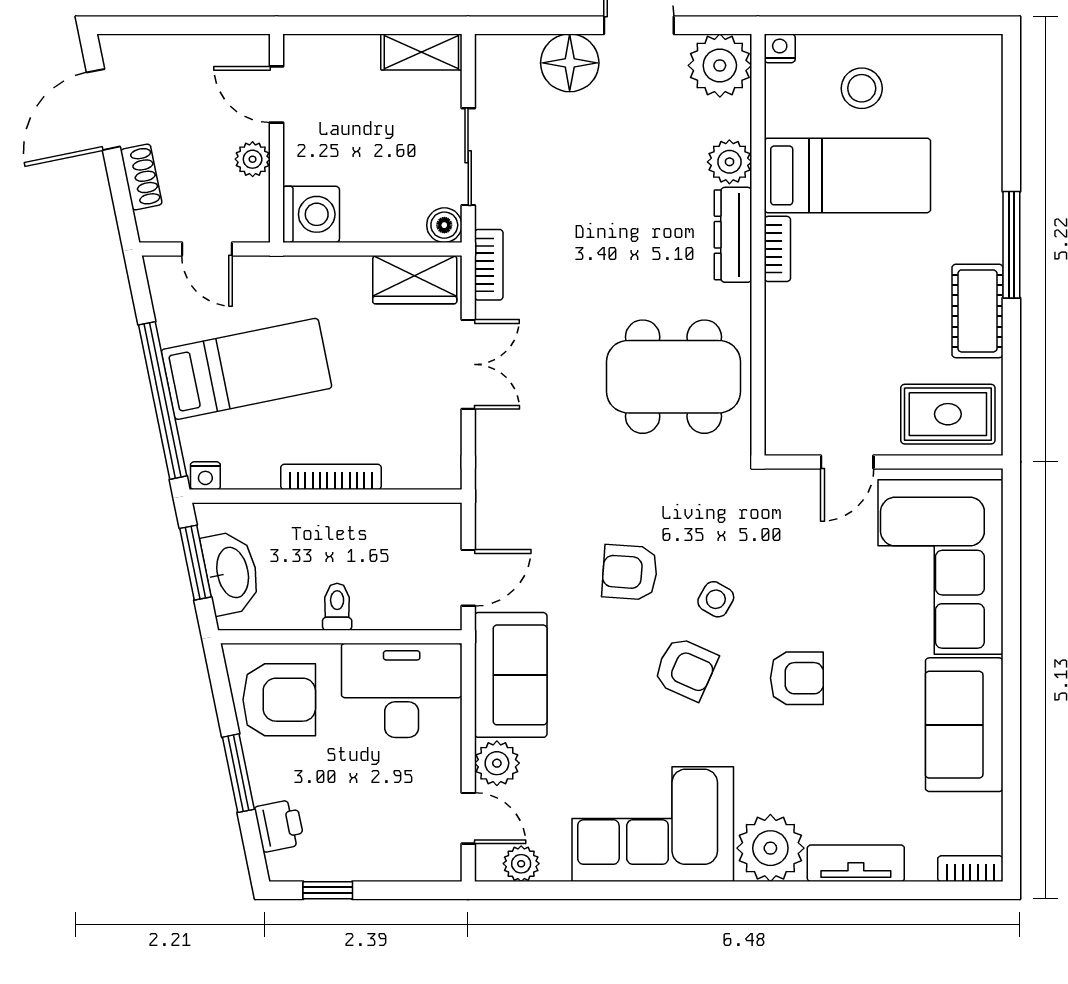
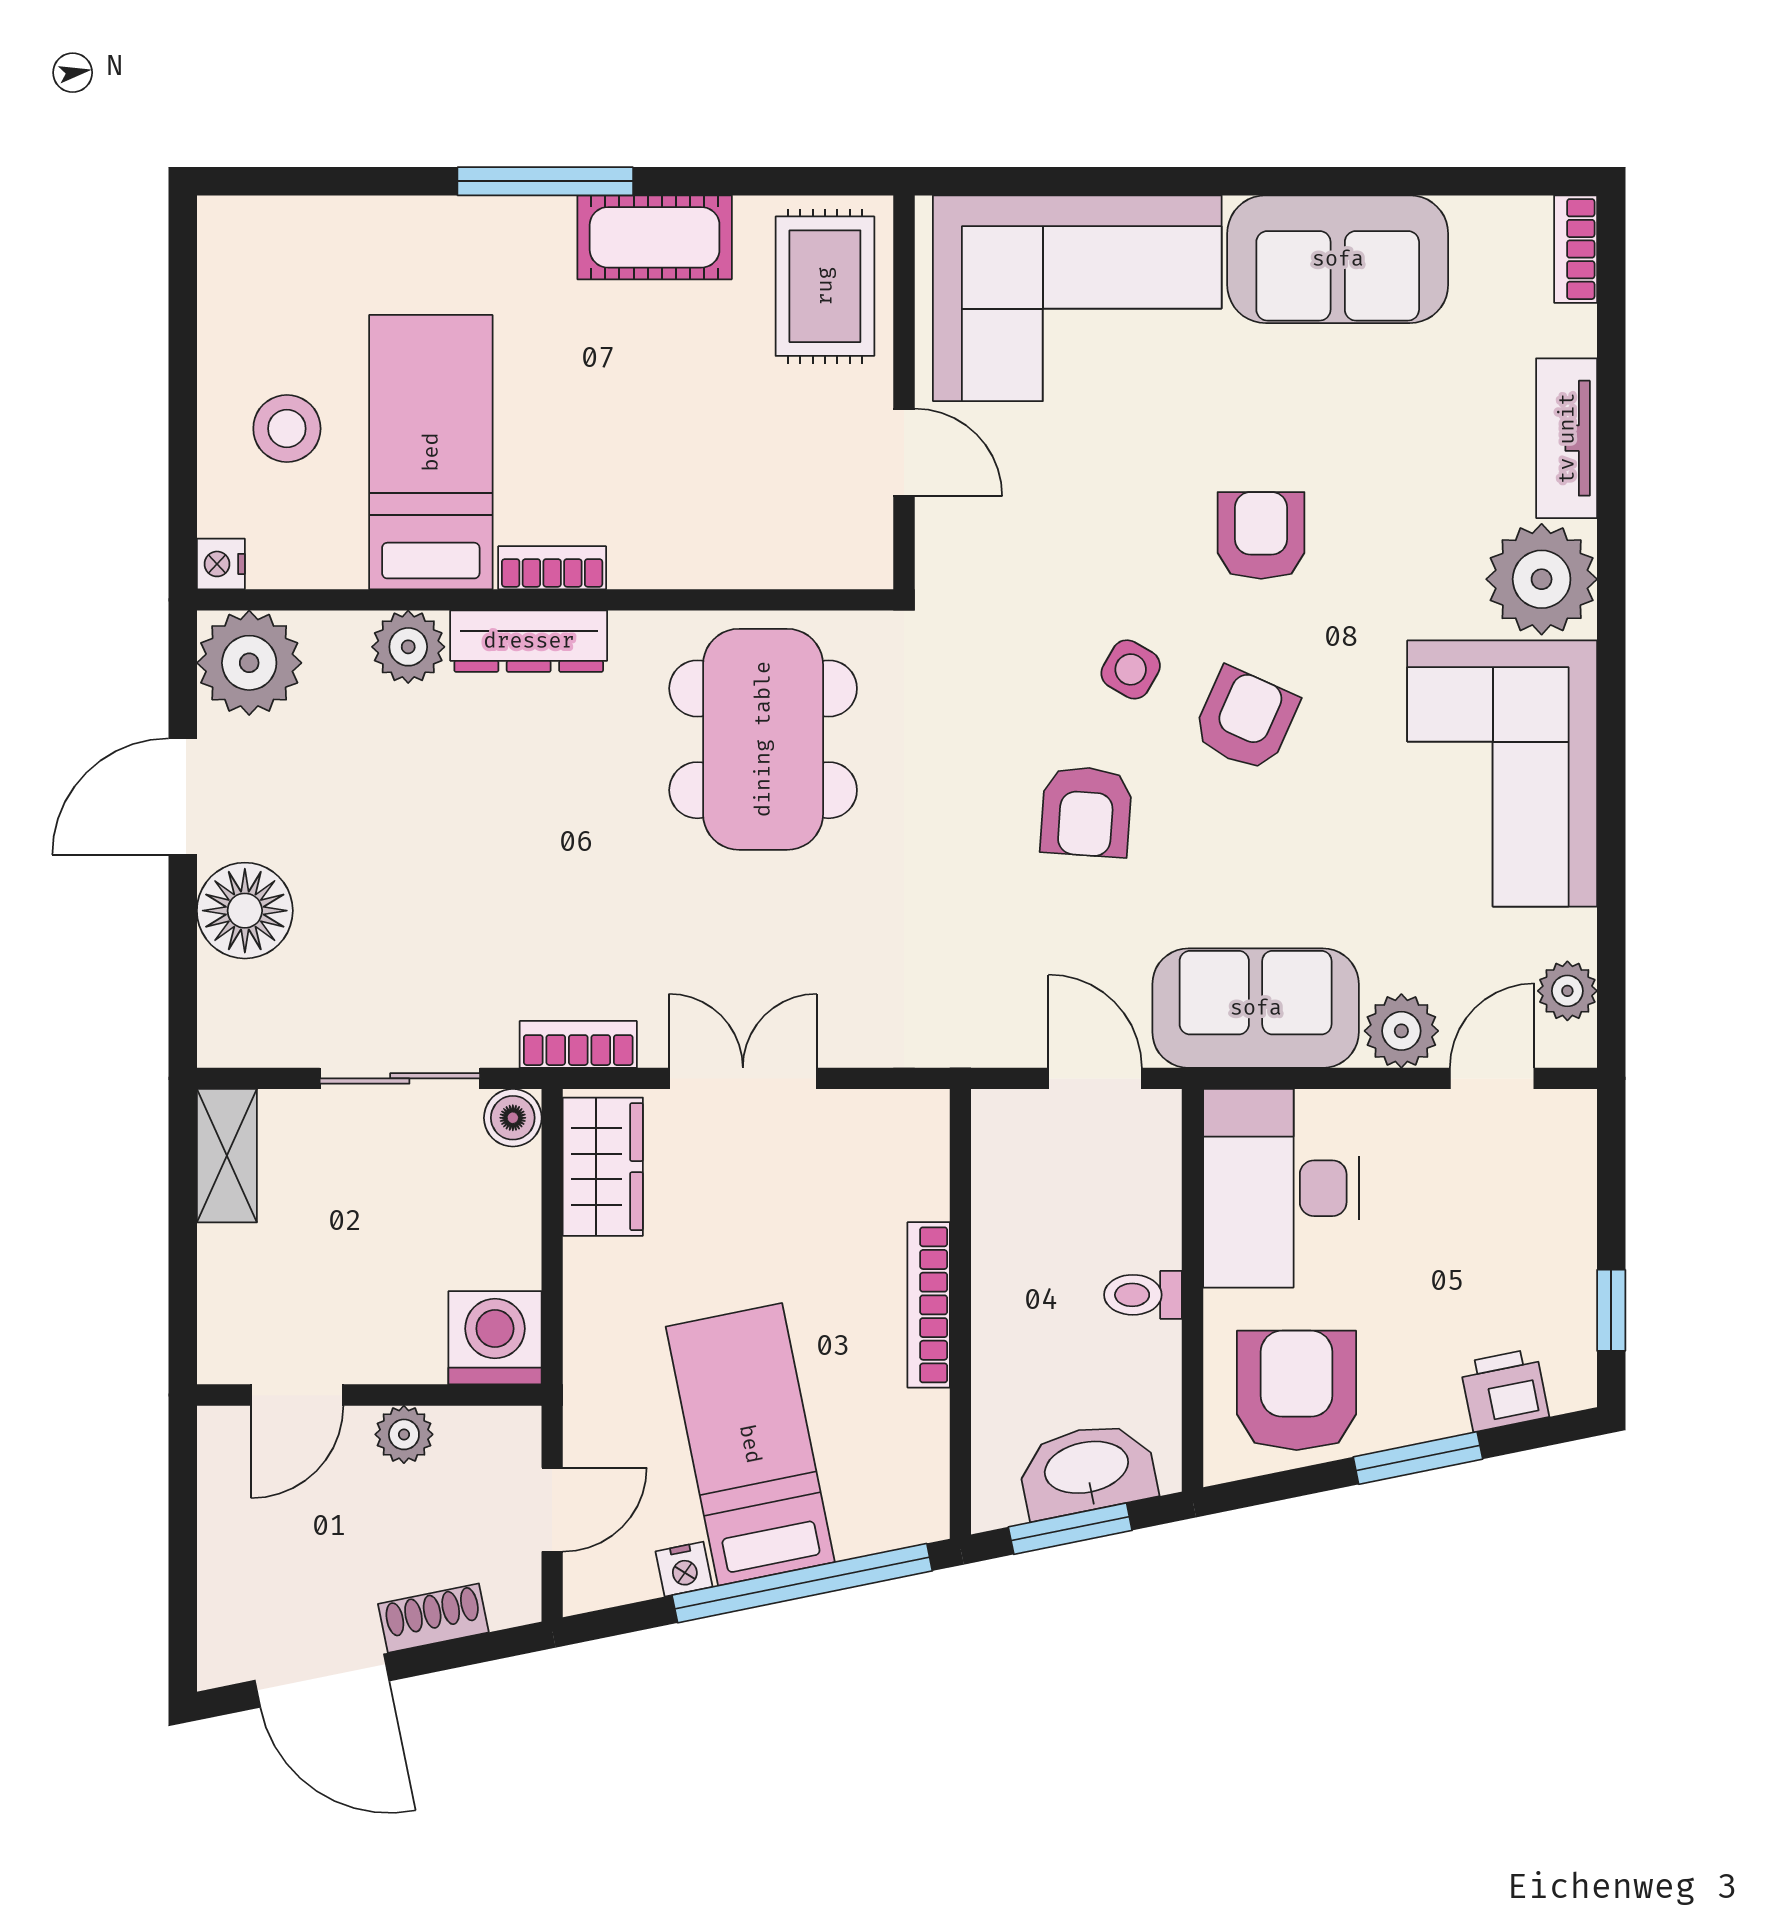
nightstand: (205, 476) -> (684, 1569), moved, turned 79

